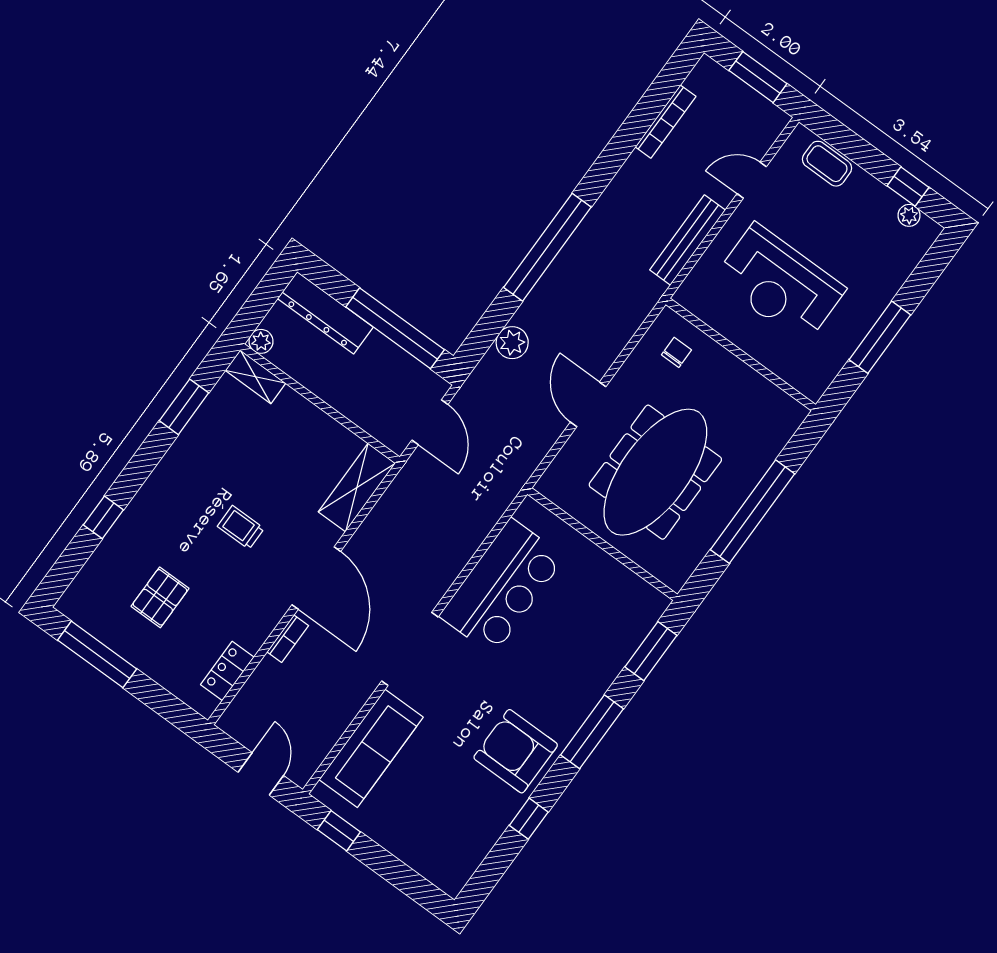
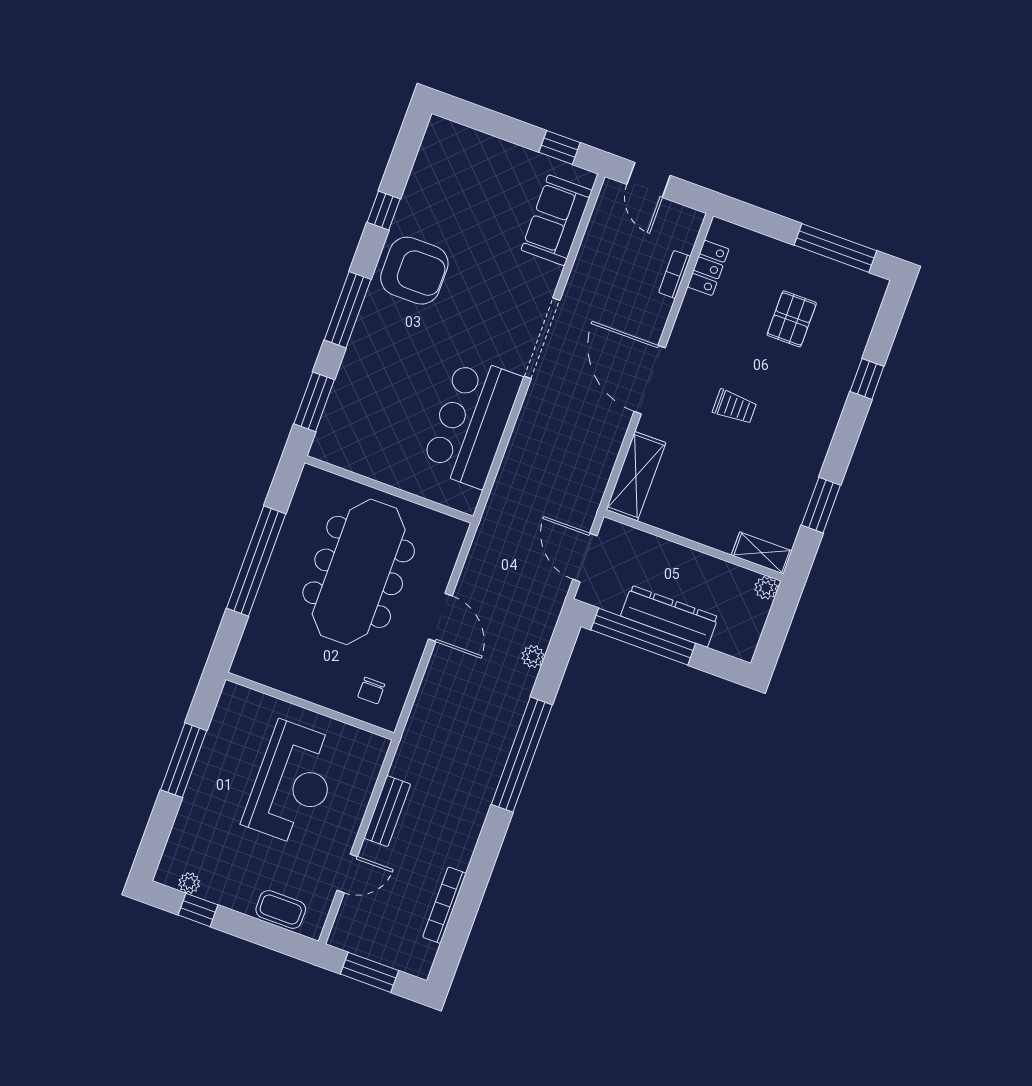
bench: (688, 240) -> (387, 811), width x0.73
reception desk: (780, 284) -> (293, 783), turned 90
dresser: (325, 313) -> (669, 616), moved
plant: (512, 343) -> (533, 656), width x0.73, depth x0.73
bookcase: (288, 639) -> (675, 274), moved
sofa: (371, 748) -> (556, 220), width x0.73

